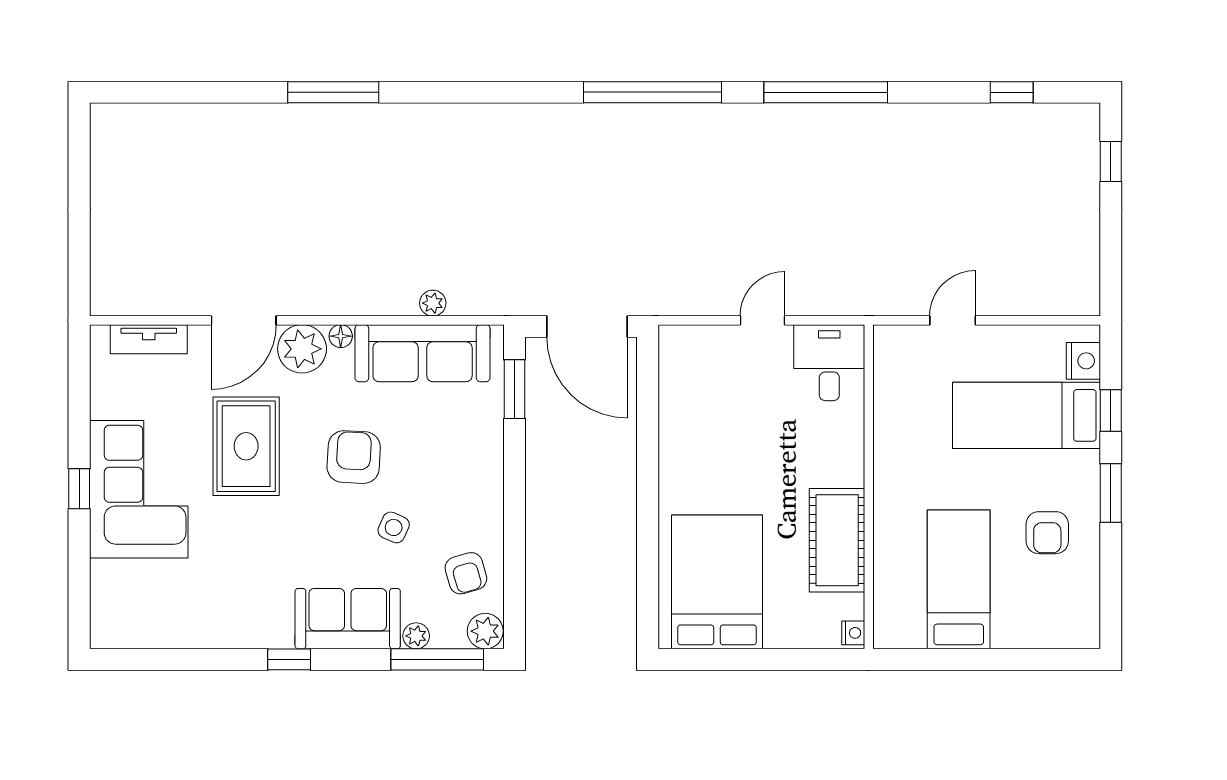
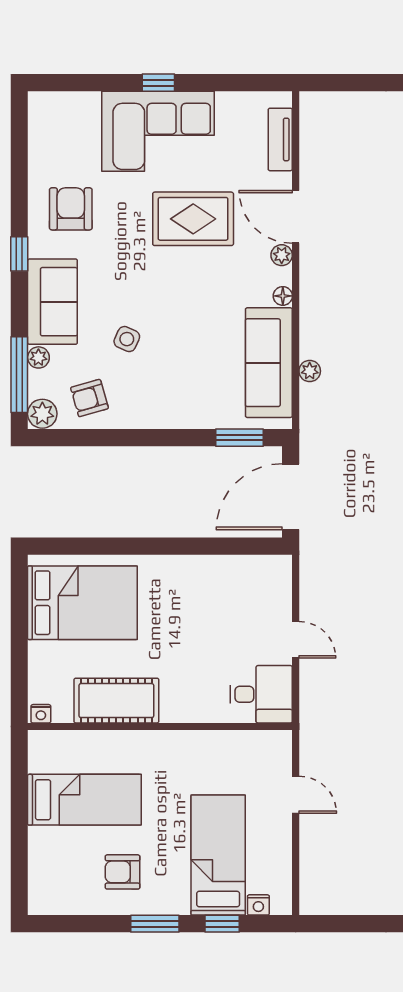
plant: (302, 349) -> (282, 255), width x0.53, depth x0.53
nightstand: (1083, 361) -> (258, 905), width x0.72, depth x0.74
armchair: (354, 457) -> (71, 209), moved, turned -93

